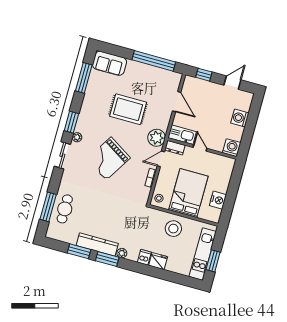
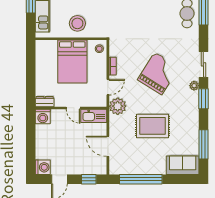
washing machine: (240, 118) -> (43, 167), moved
dresser: (175, 148) -> (45, 102), moved
nightstand: (218, 200) -> (42, 63), removed

